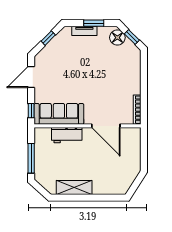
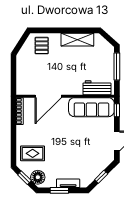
rug: (123, 63) -> (33, 153), added
door: (106, 126) -> (48, 96), swing flipped
workbench: (67, 135) -> (97, 88), moved
pallet: (113, 181) -> (42, 46), added

